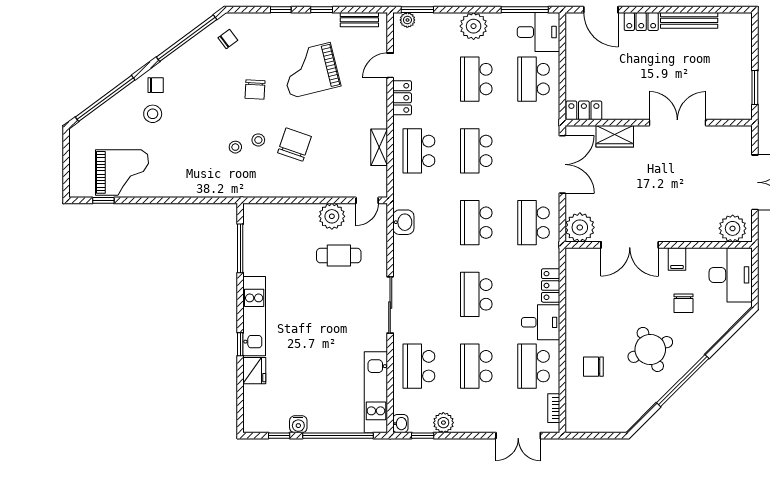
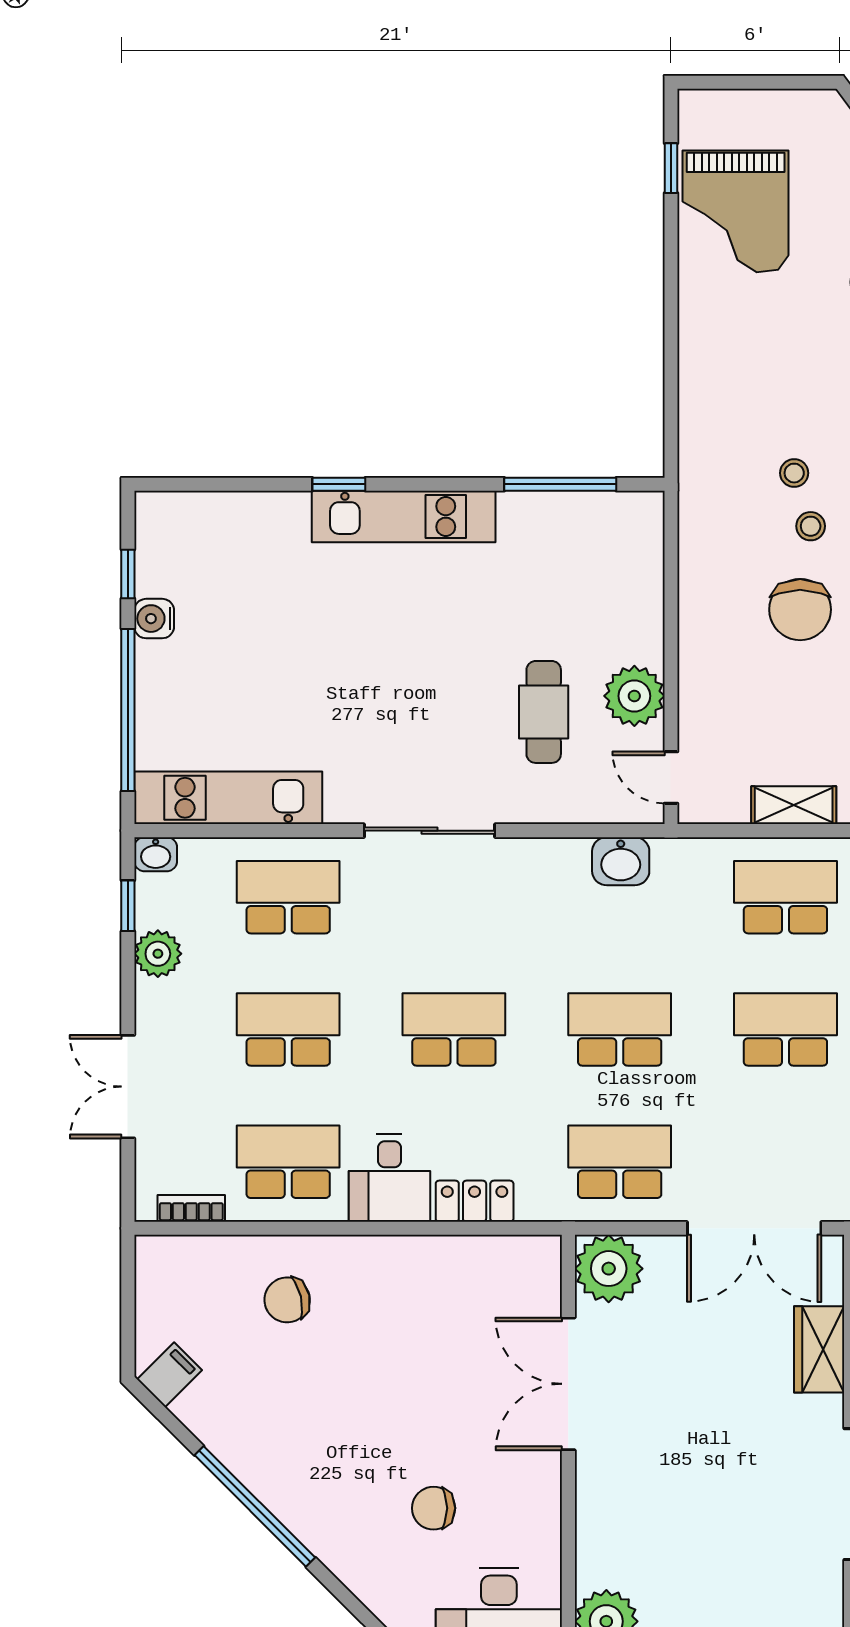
chair: (294, 145) -> (800, 610), turned 71
filing cabinet: (677, 259) -> (170, 1375), moved, turned 135
round table: (650, 349) -> (327, 1431), removed
chair: (593, 367) -> (287, 1300), turned -103
fridge: (254, 371) -> (278, 517), removed
double door: (518, 436) -> (128, 1087), moved

